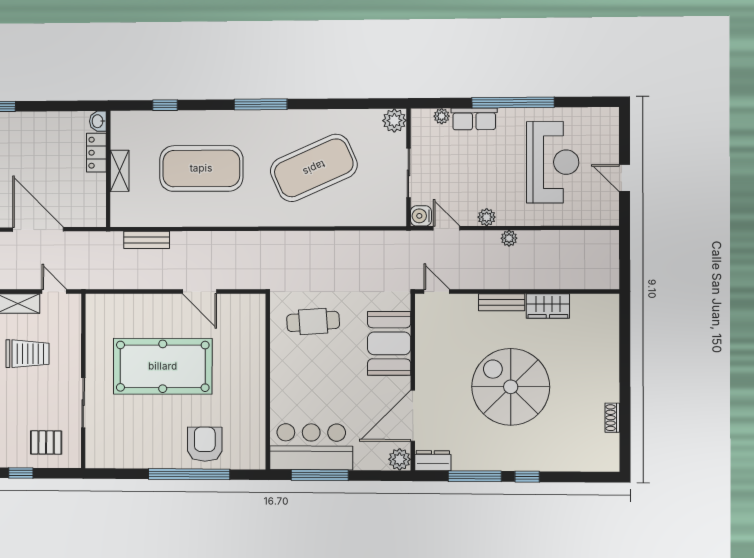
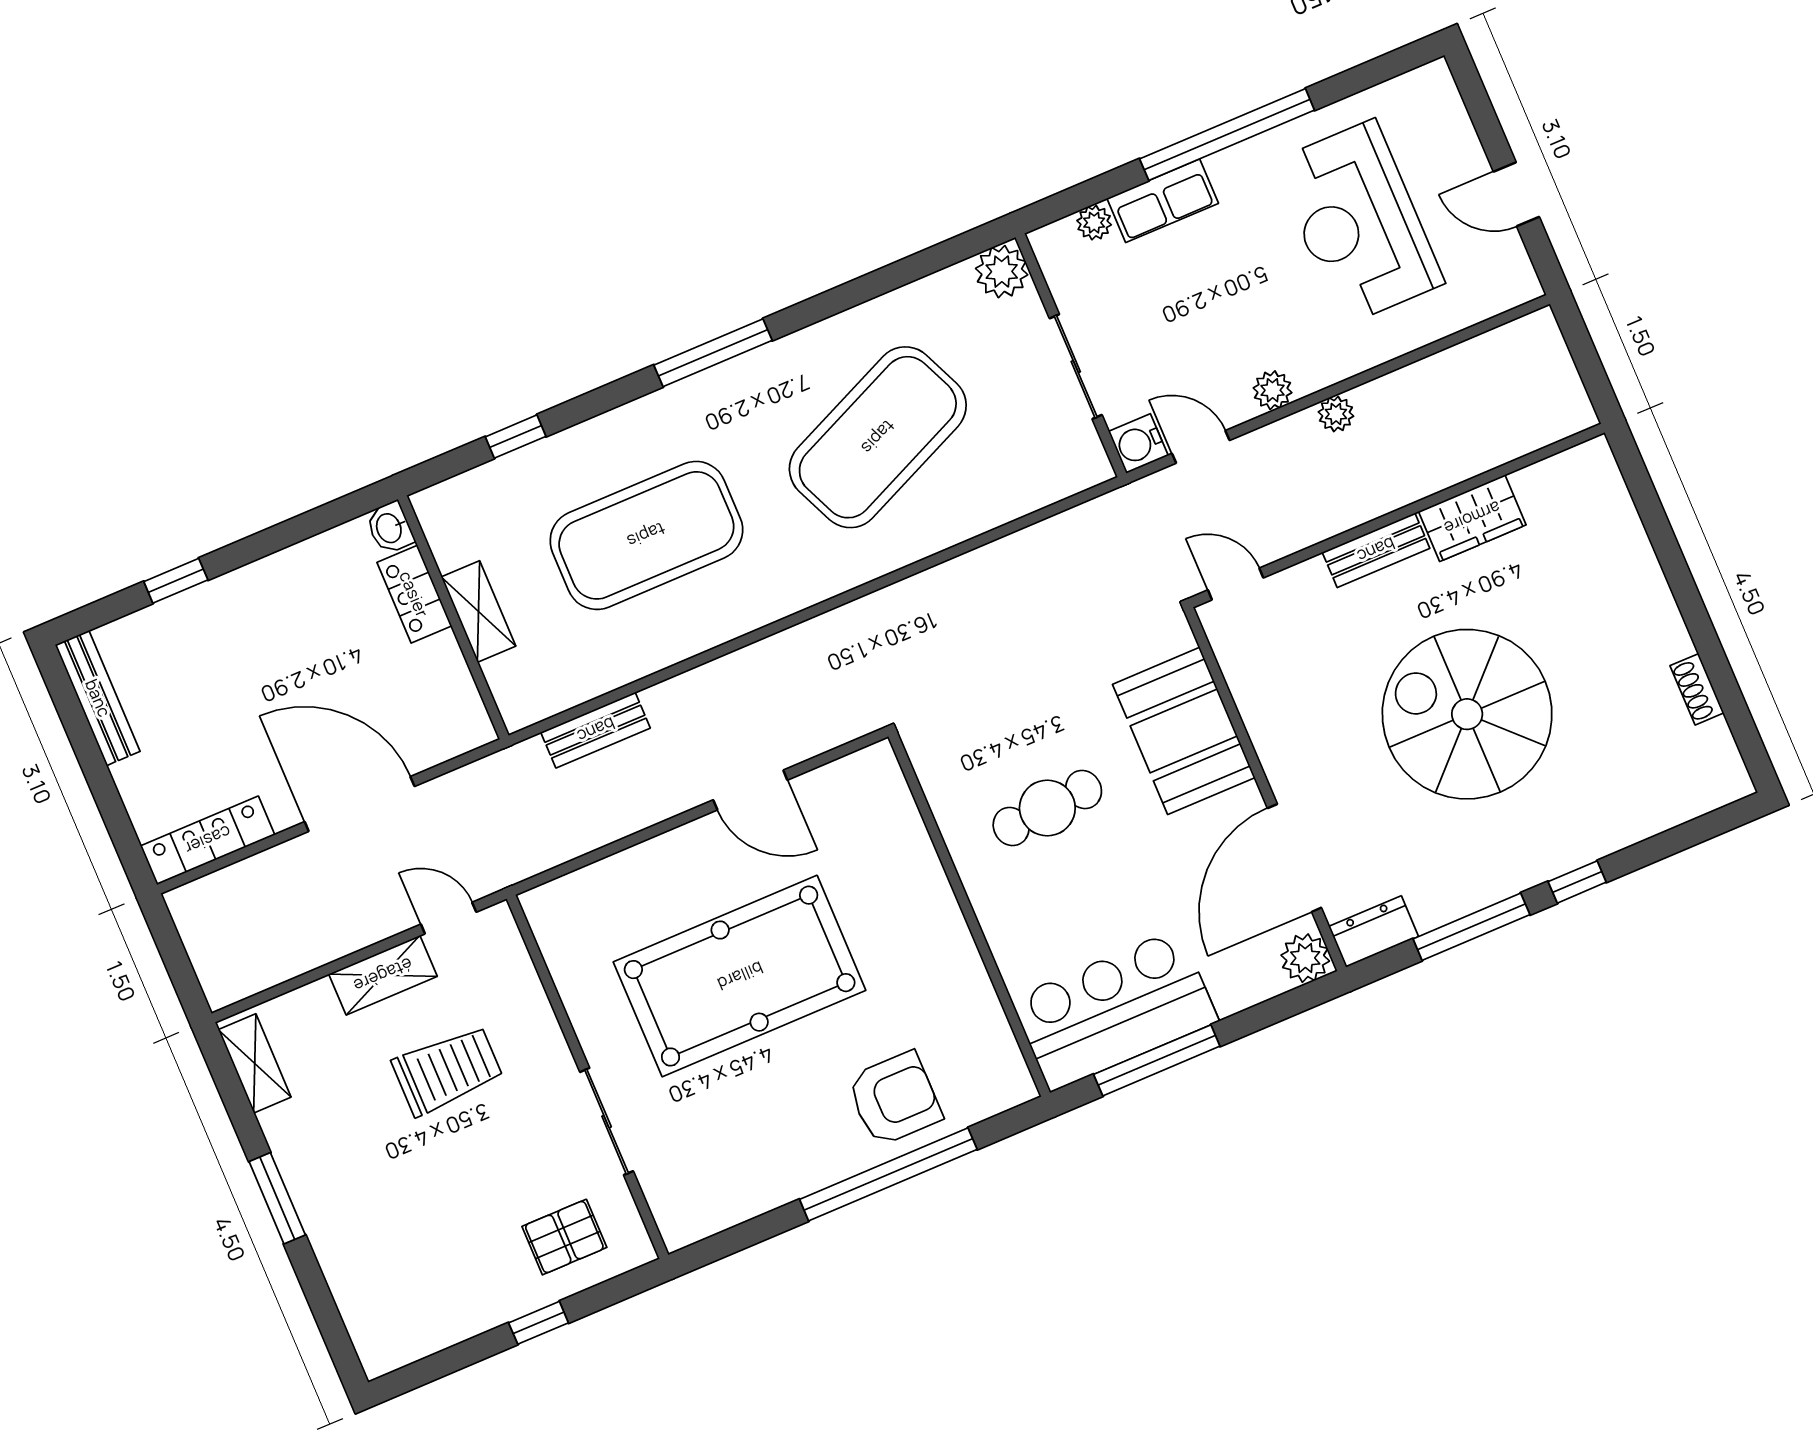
reception desk: (553, 162) -> (1359, 223), turned 180
cafe table: (313, 321) -> (1047, 808), moved
armchair: (205, 444) -> (894, 1099), turned 90

